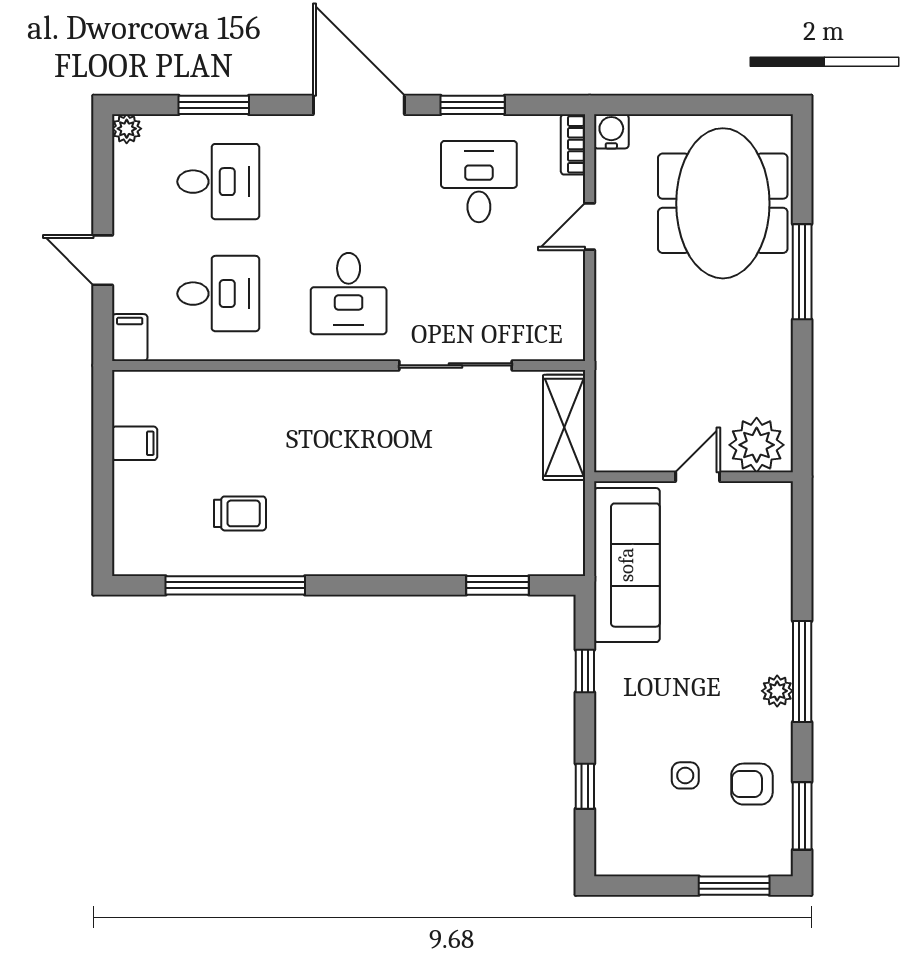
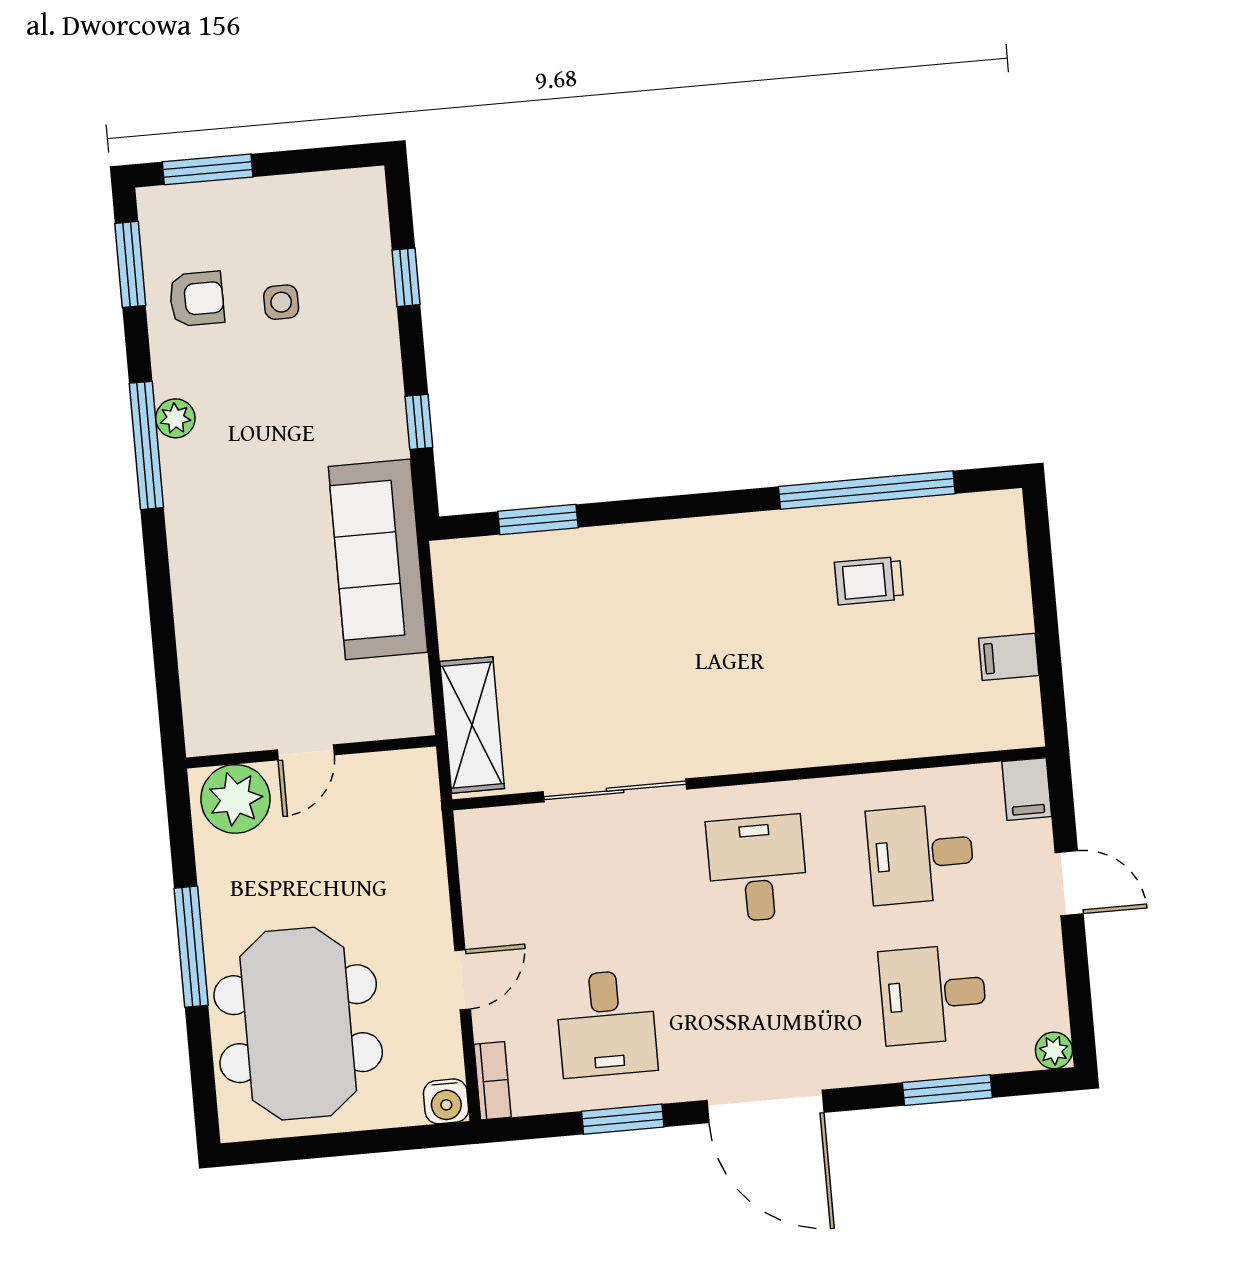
plant: (757, 445) -> (235, 799), moved
wall: (693, 477) -> (311, 752), moved
door: (698, 477) -> (306, 752), moved

